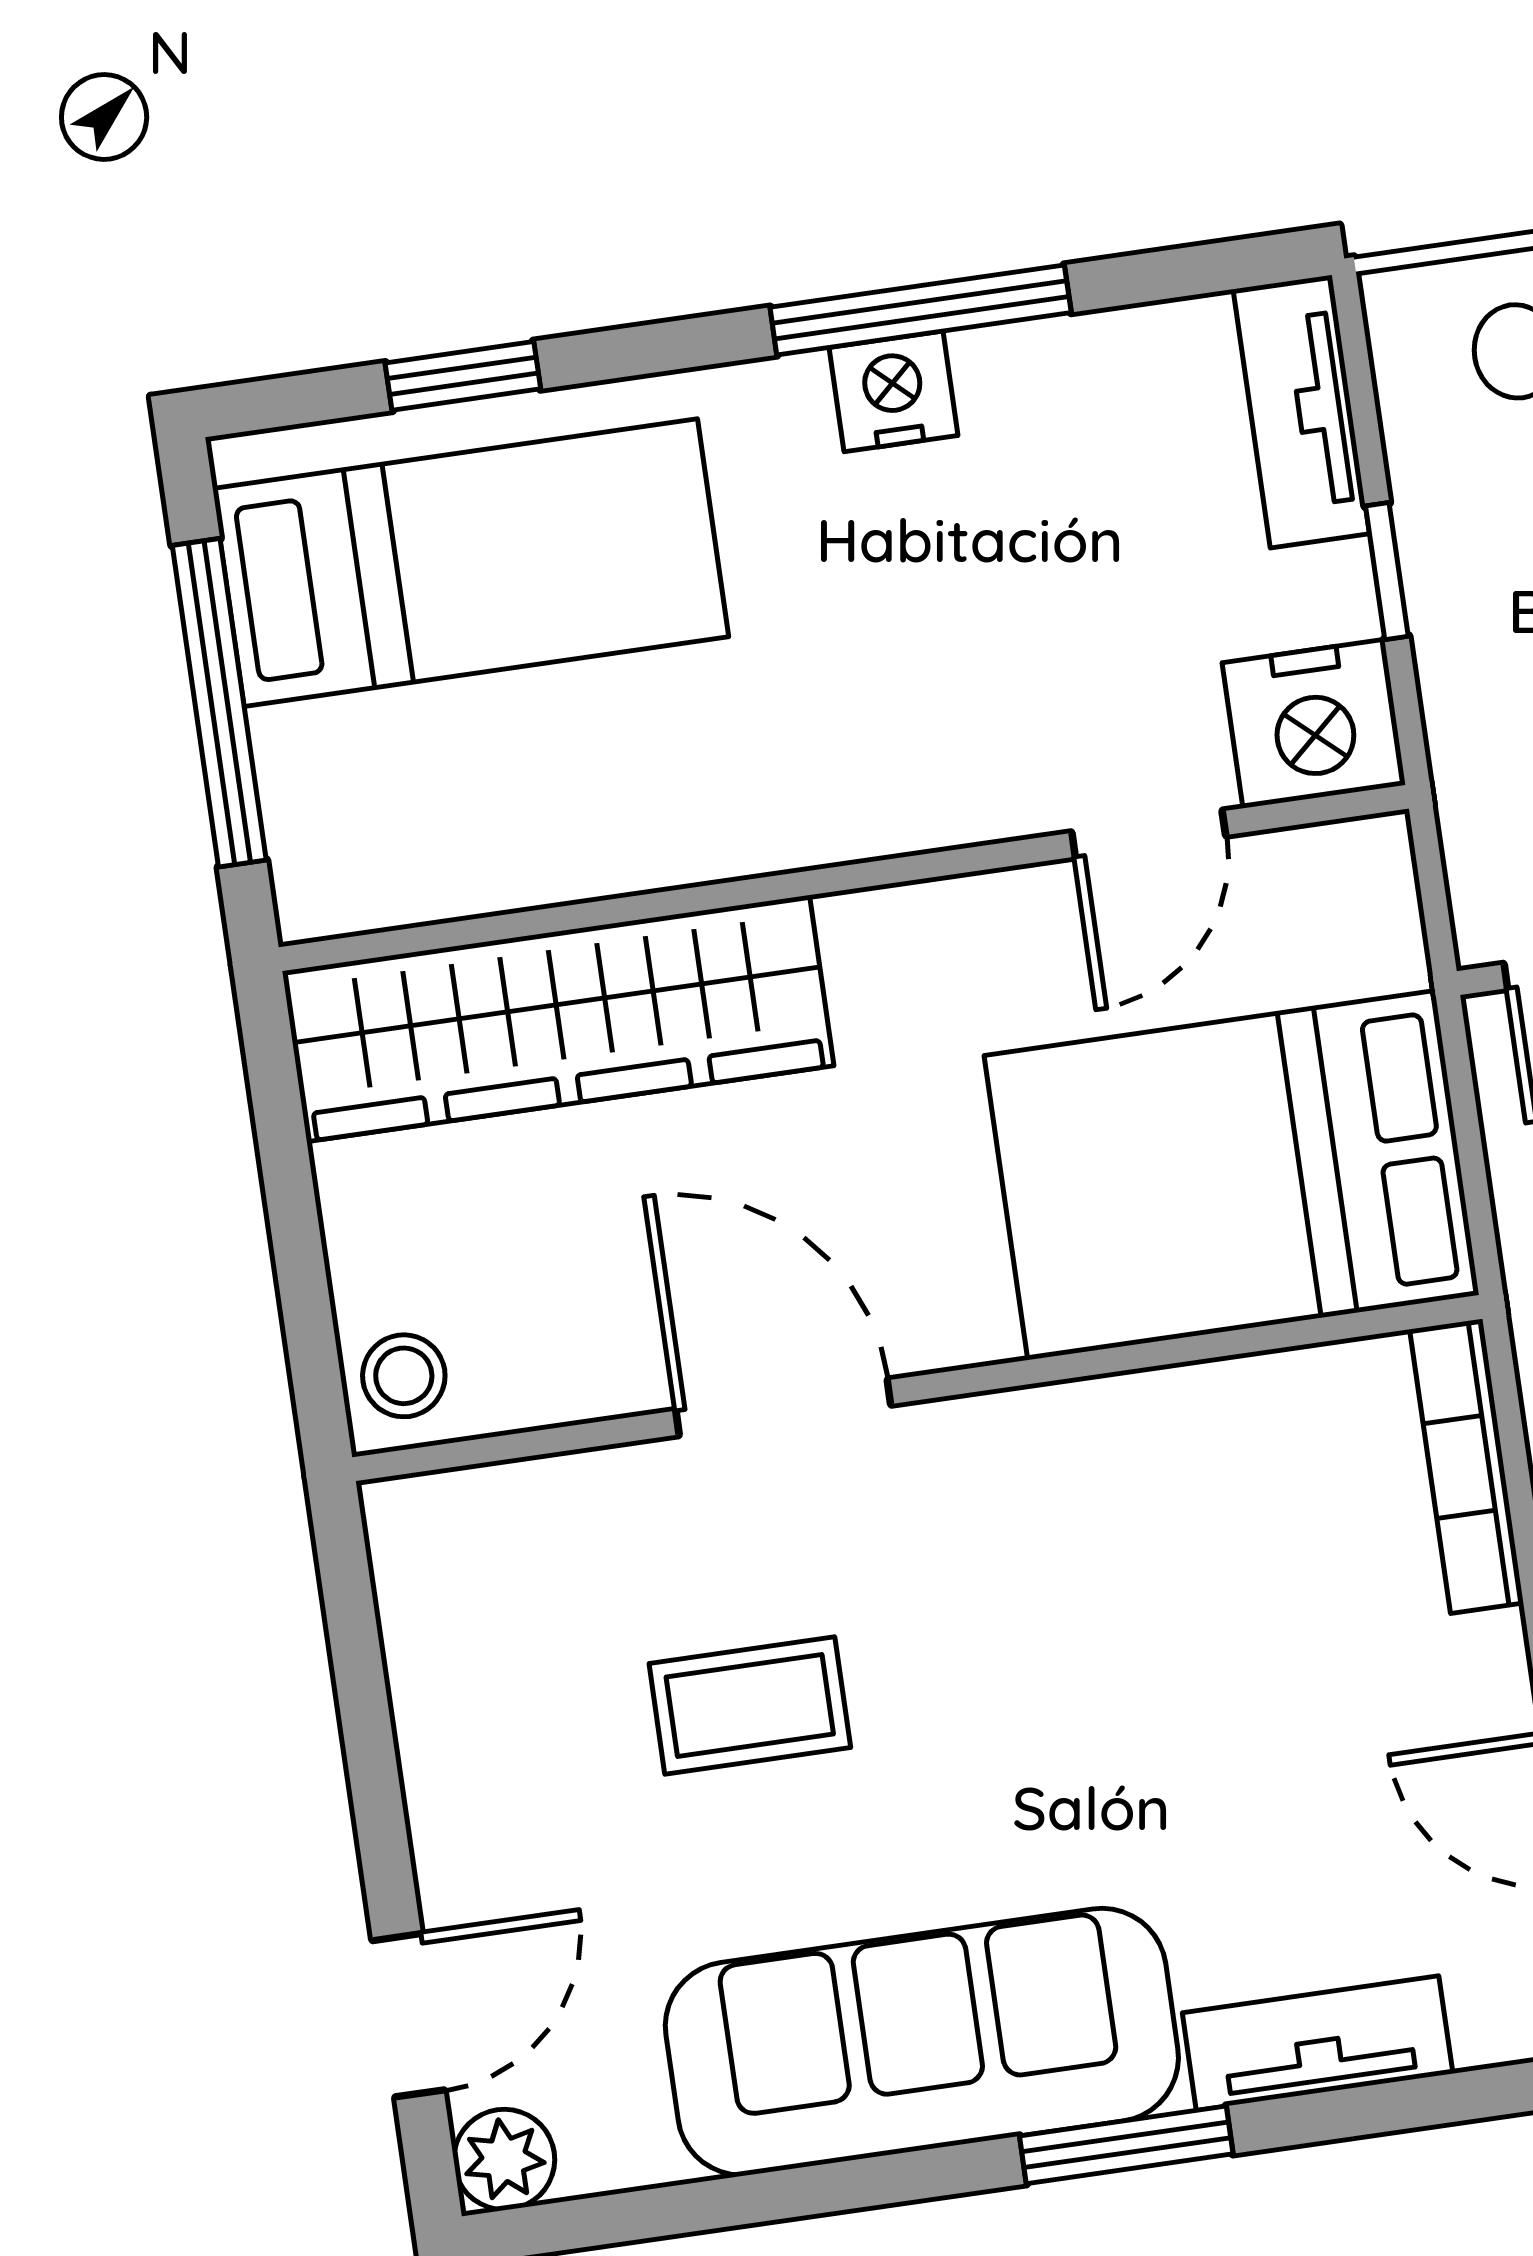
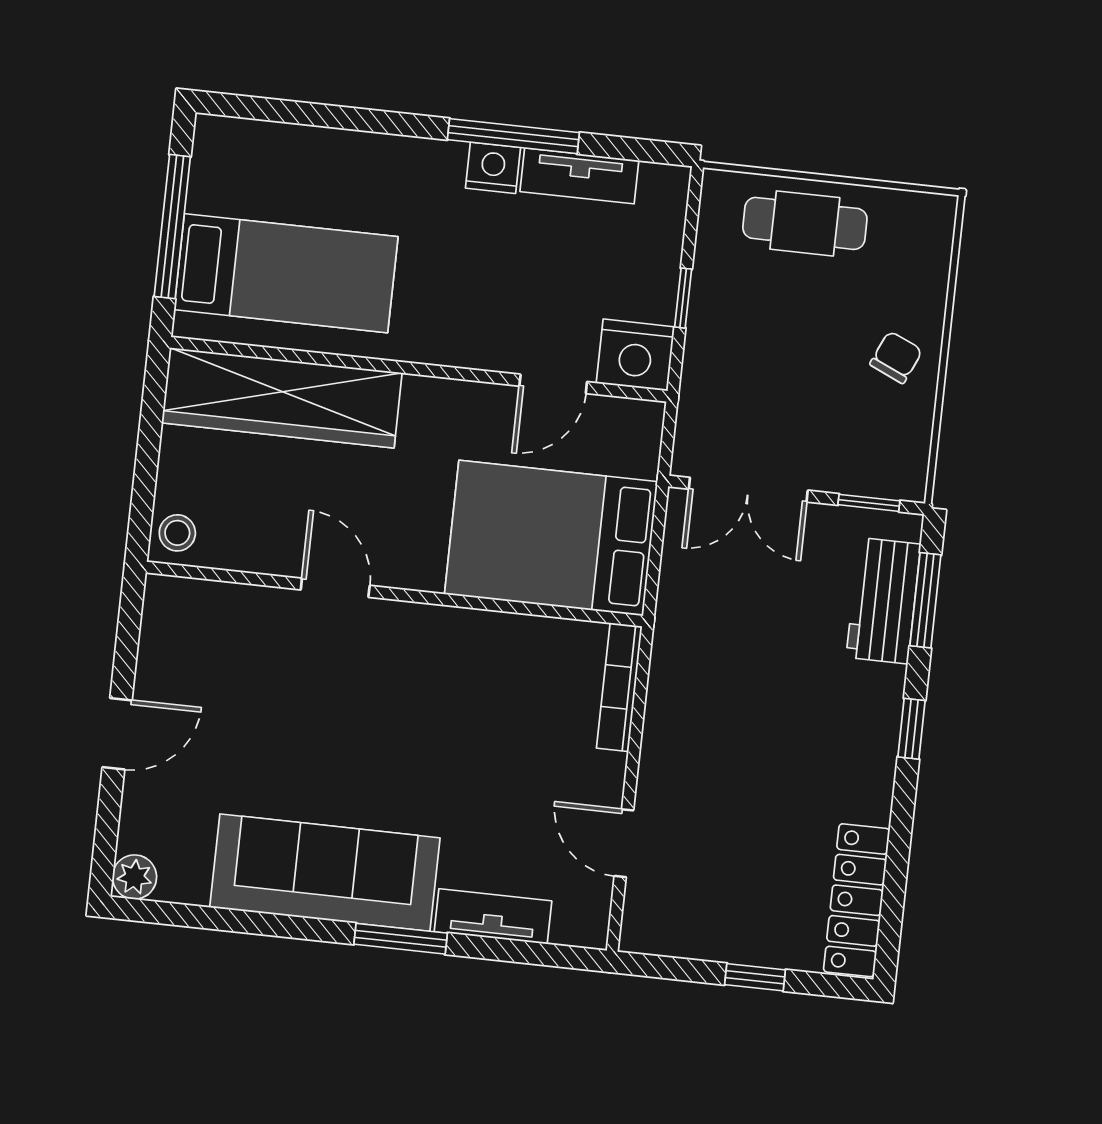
window: (463, 376) -> (312, 114), removed
tv unit: (1301, 412) -> (579, 176), moved, turned -90
bed: (471, 563) -> (286, 273), moved
door: (783, 1407) -> (335, 588), width x0.73
coffee table: (750, 1705) -> (288, 711), removed
door: (408, 2015) -> (117, 734), moved

